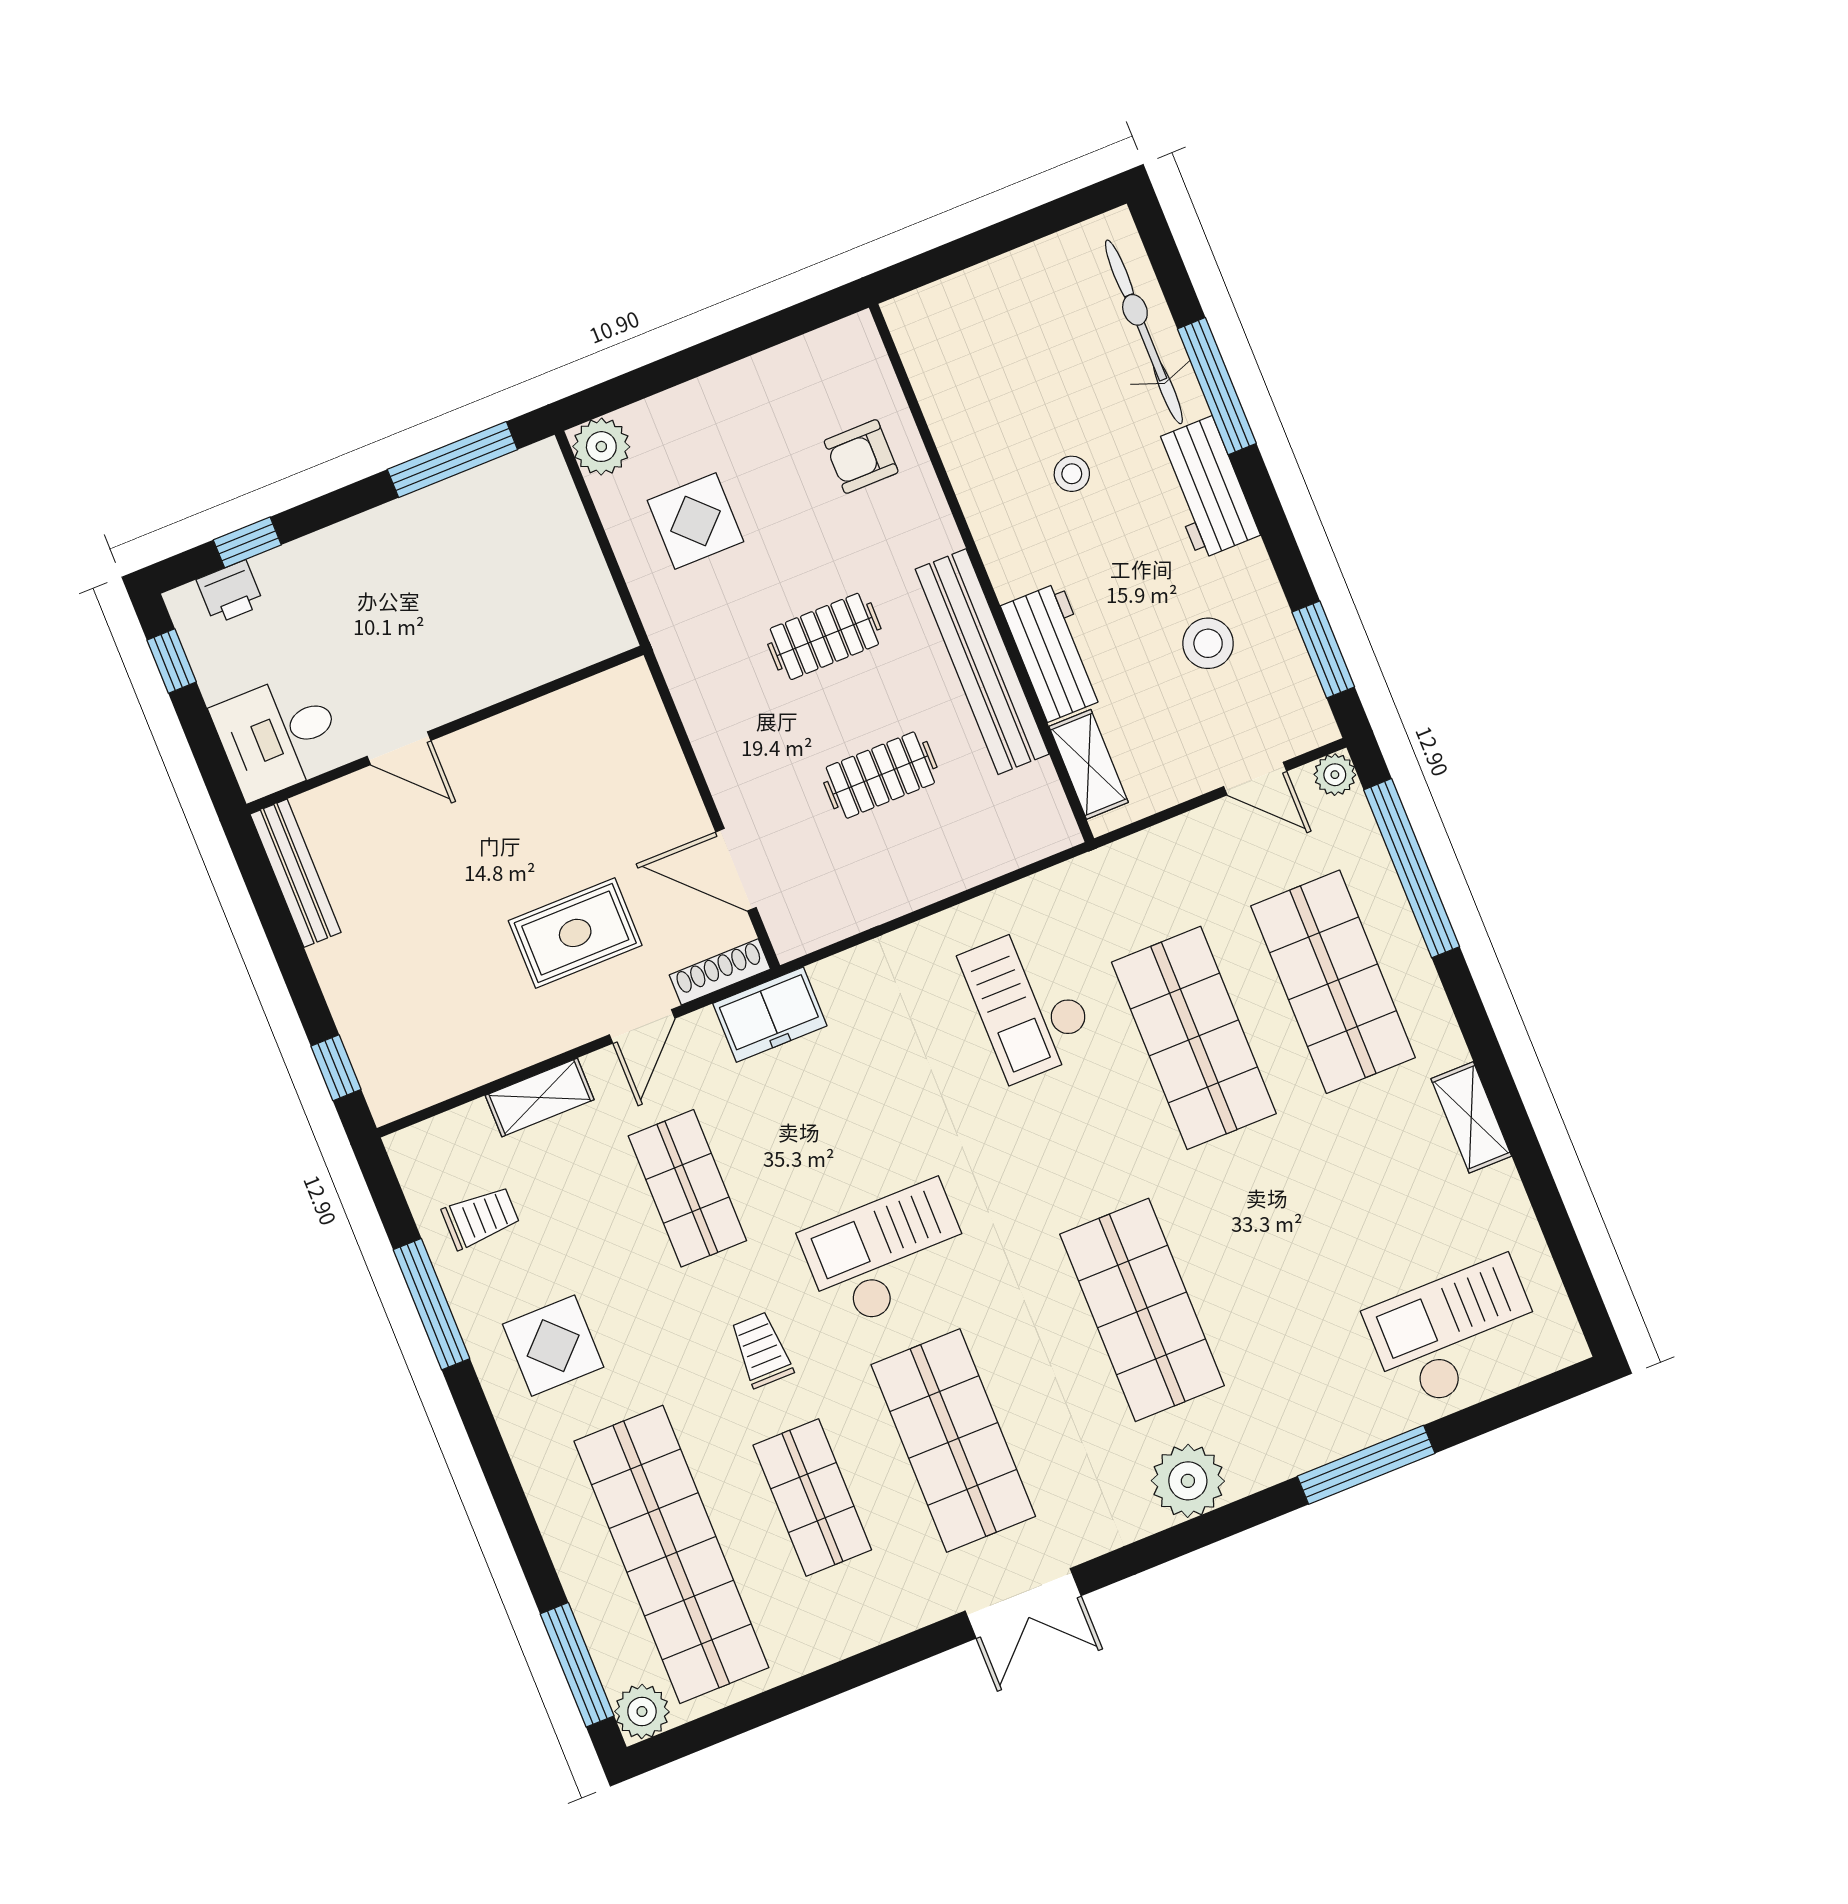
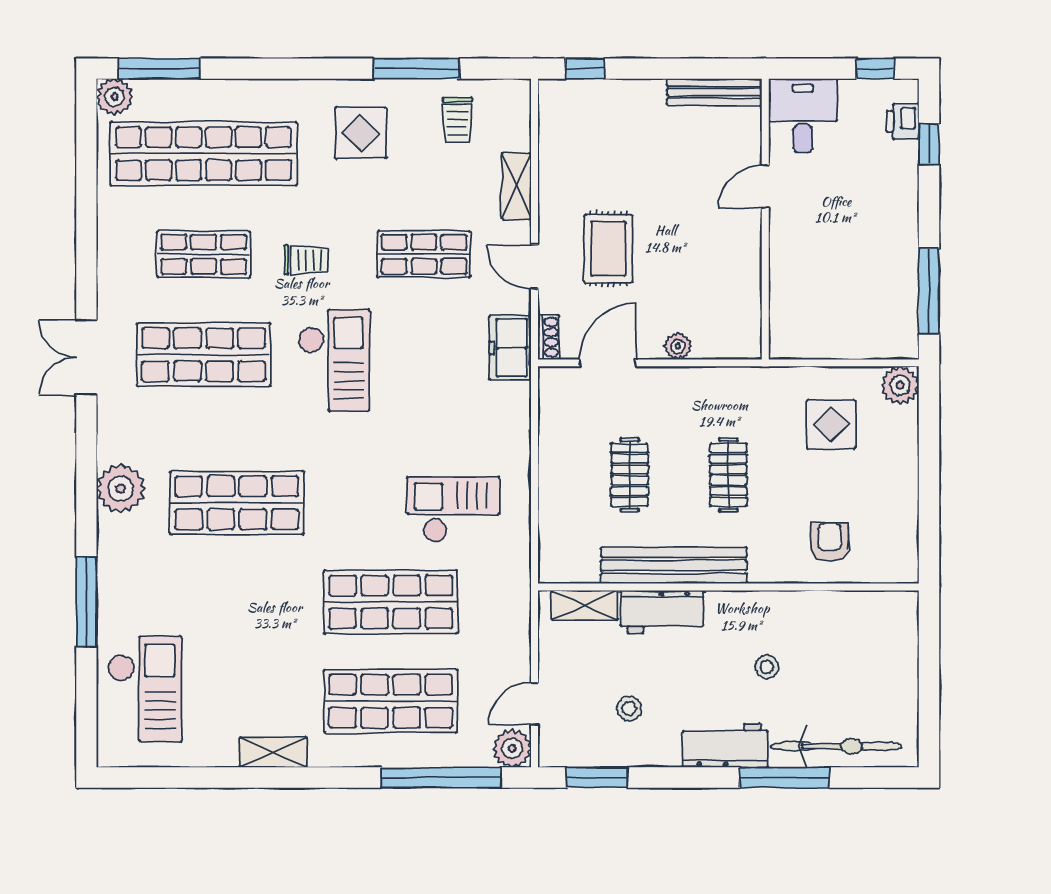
stool: (1208, 643) -> (629, 708), width x0.73, depth x0.73
plant: (1335, 775) -> (512, 748), width x1.38, depth x1.38
plant: (673, 780) -> (678, 346), added
shoe rack: (720, 972) -> (549, 337), width x0.70

